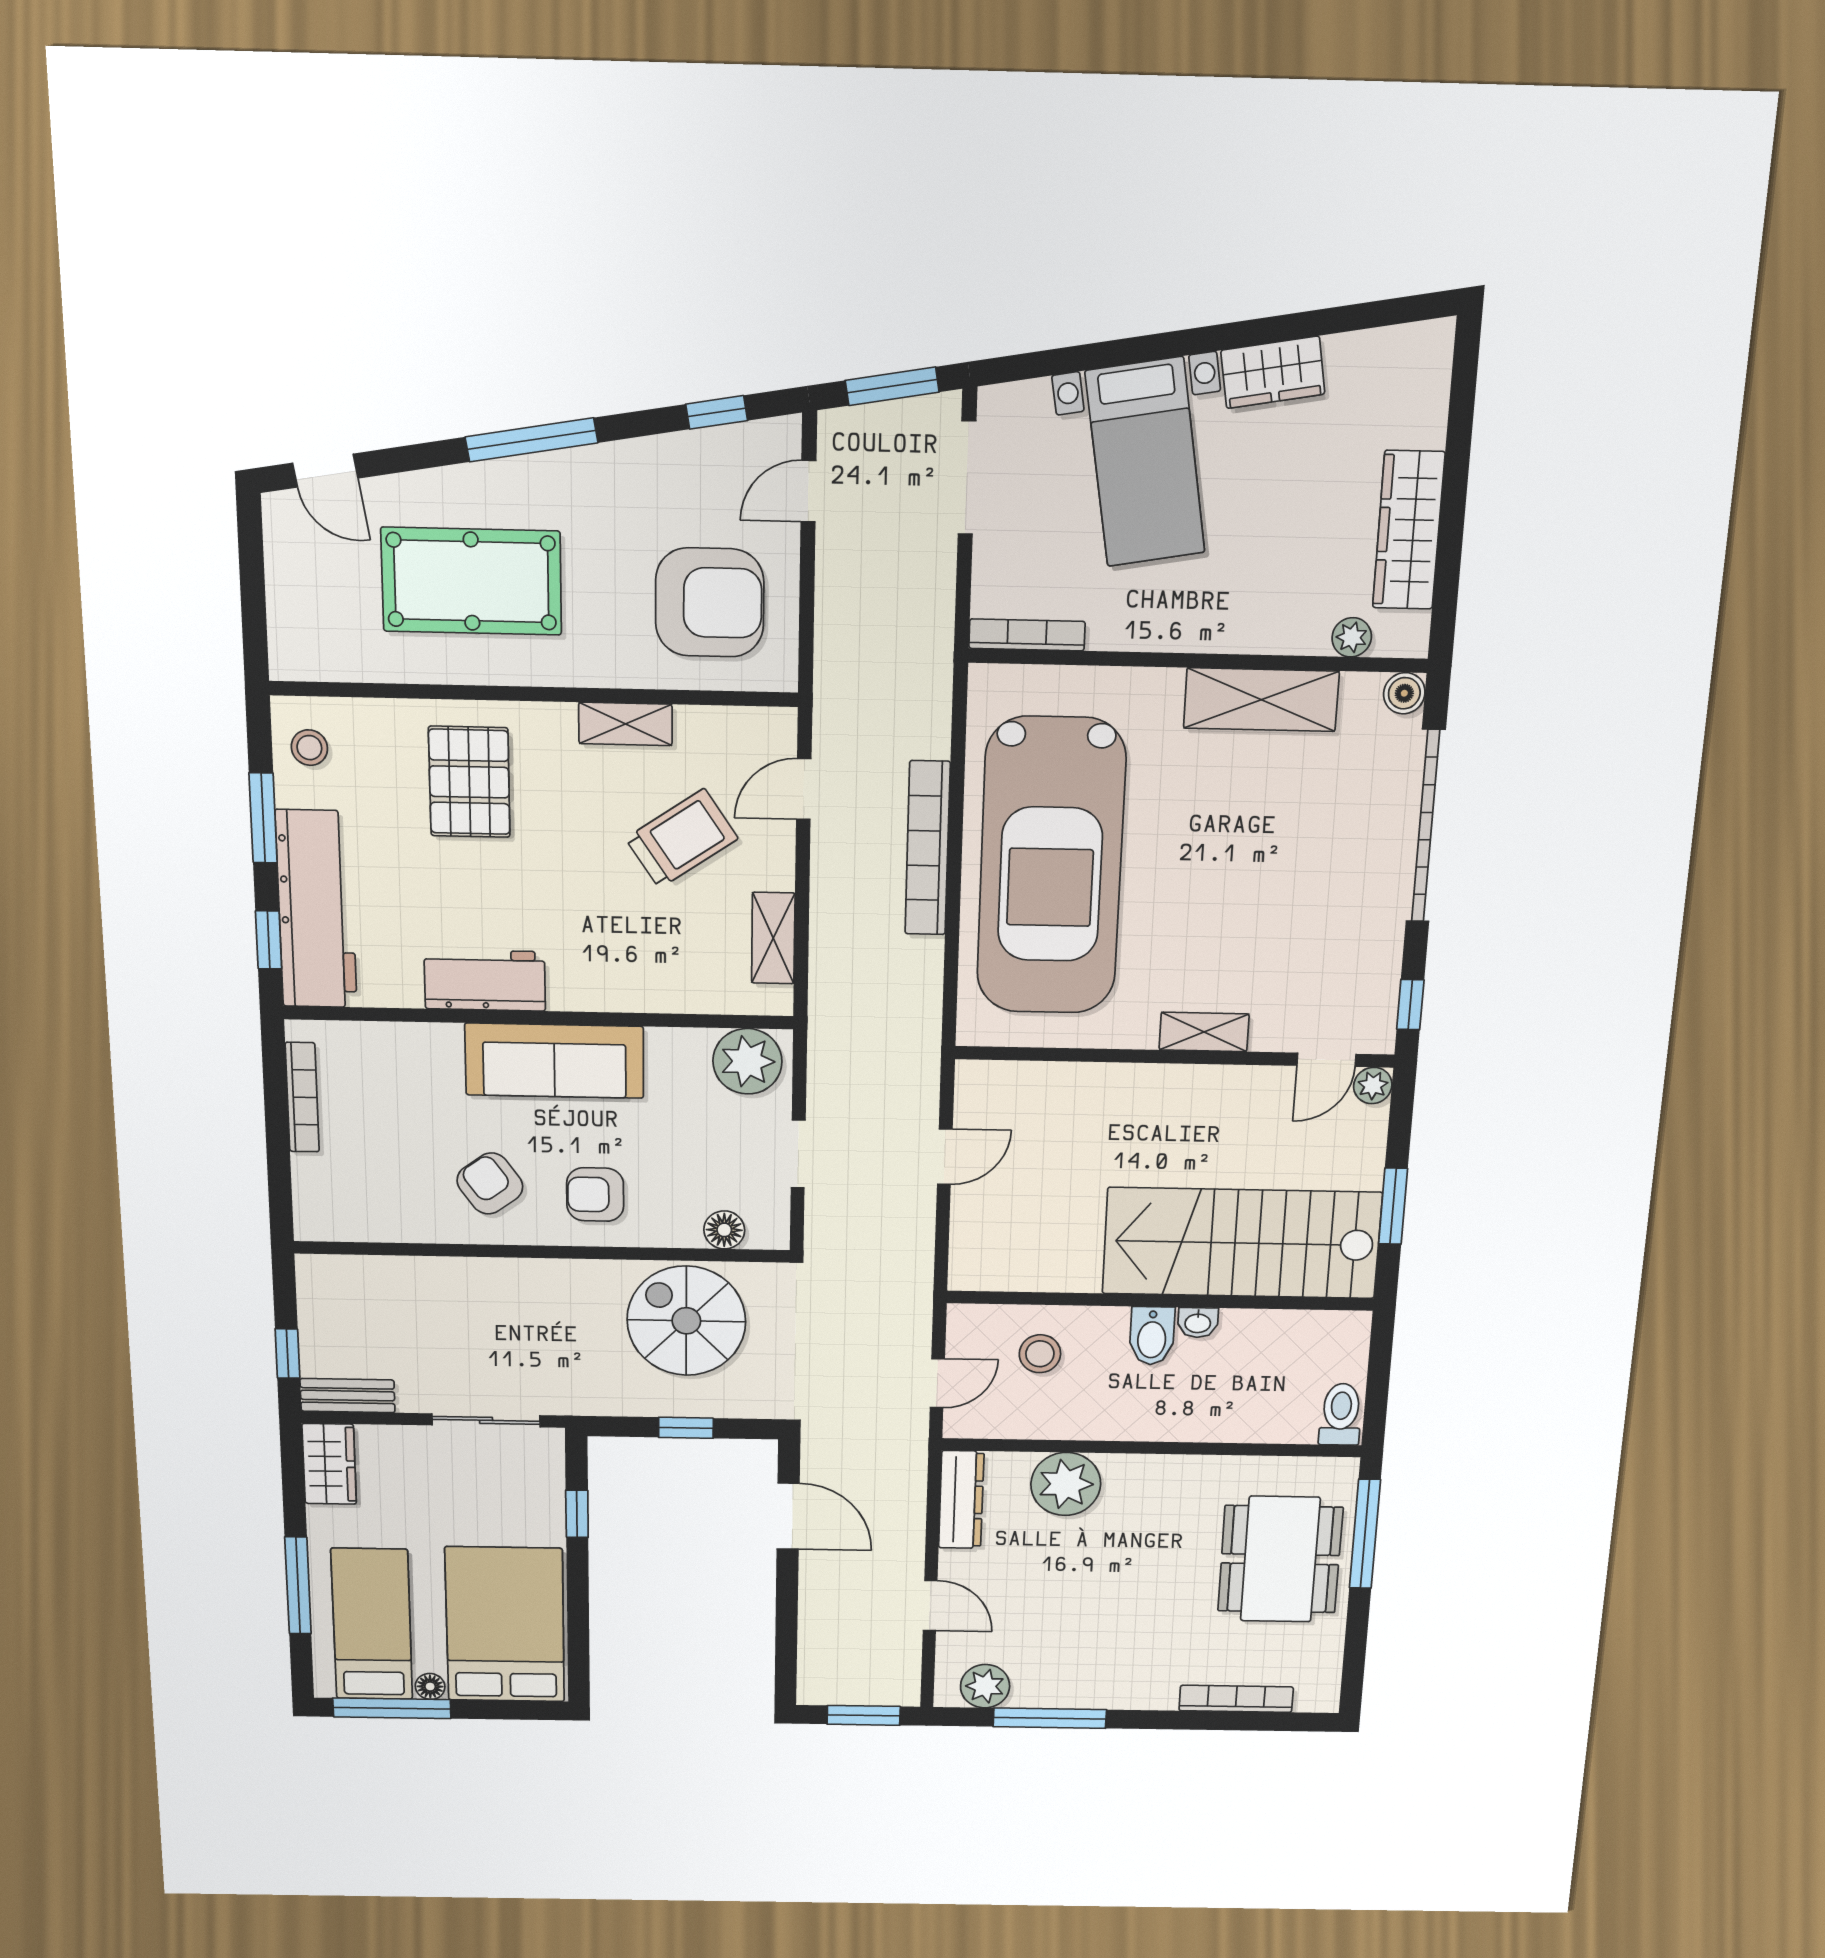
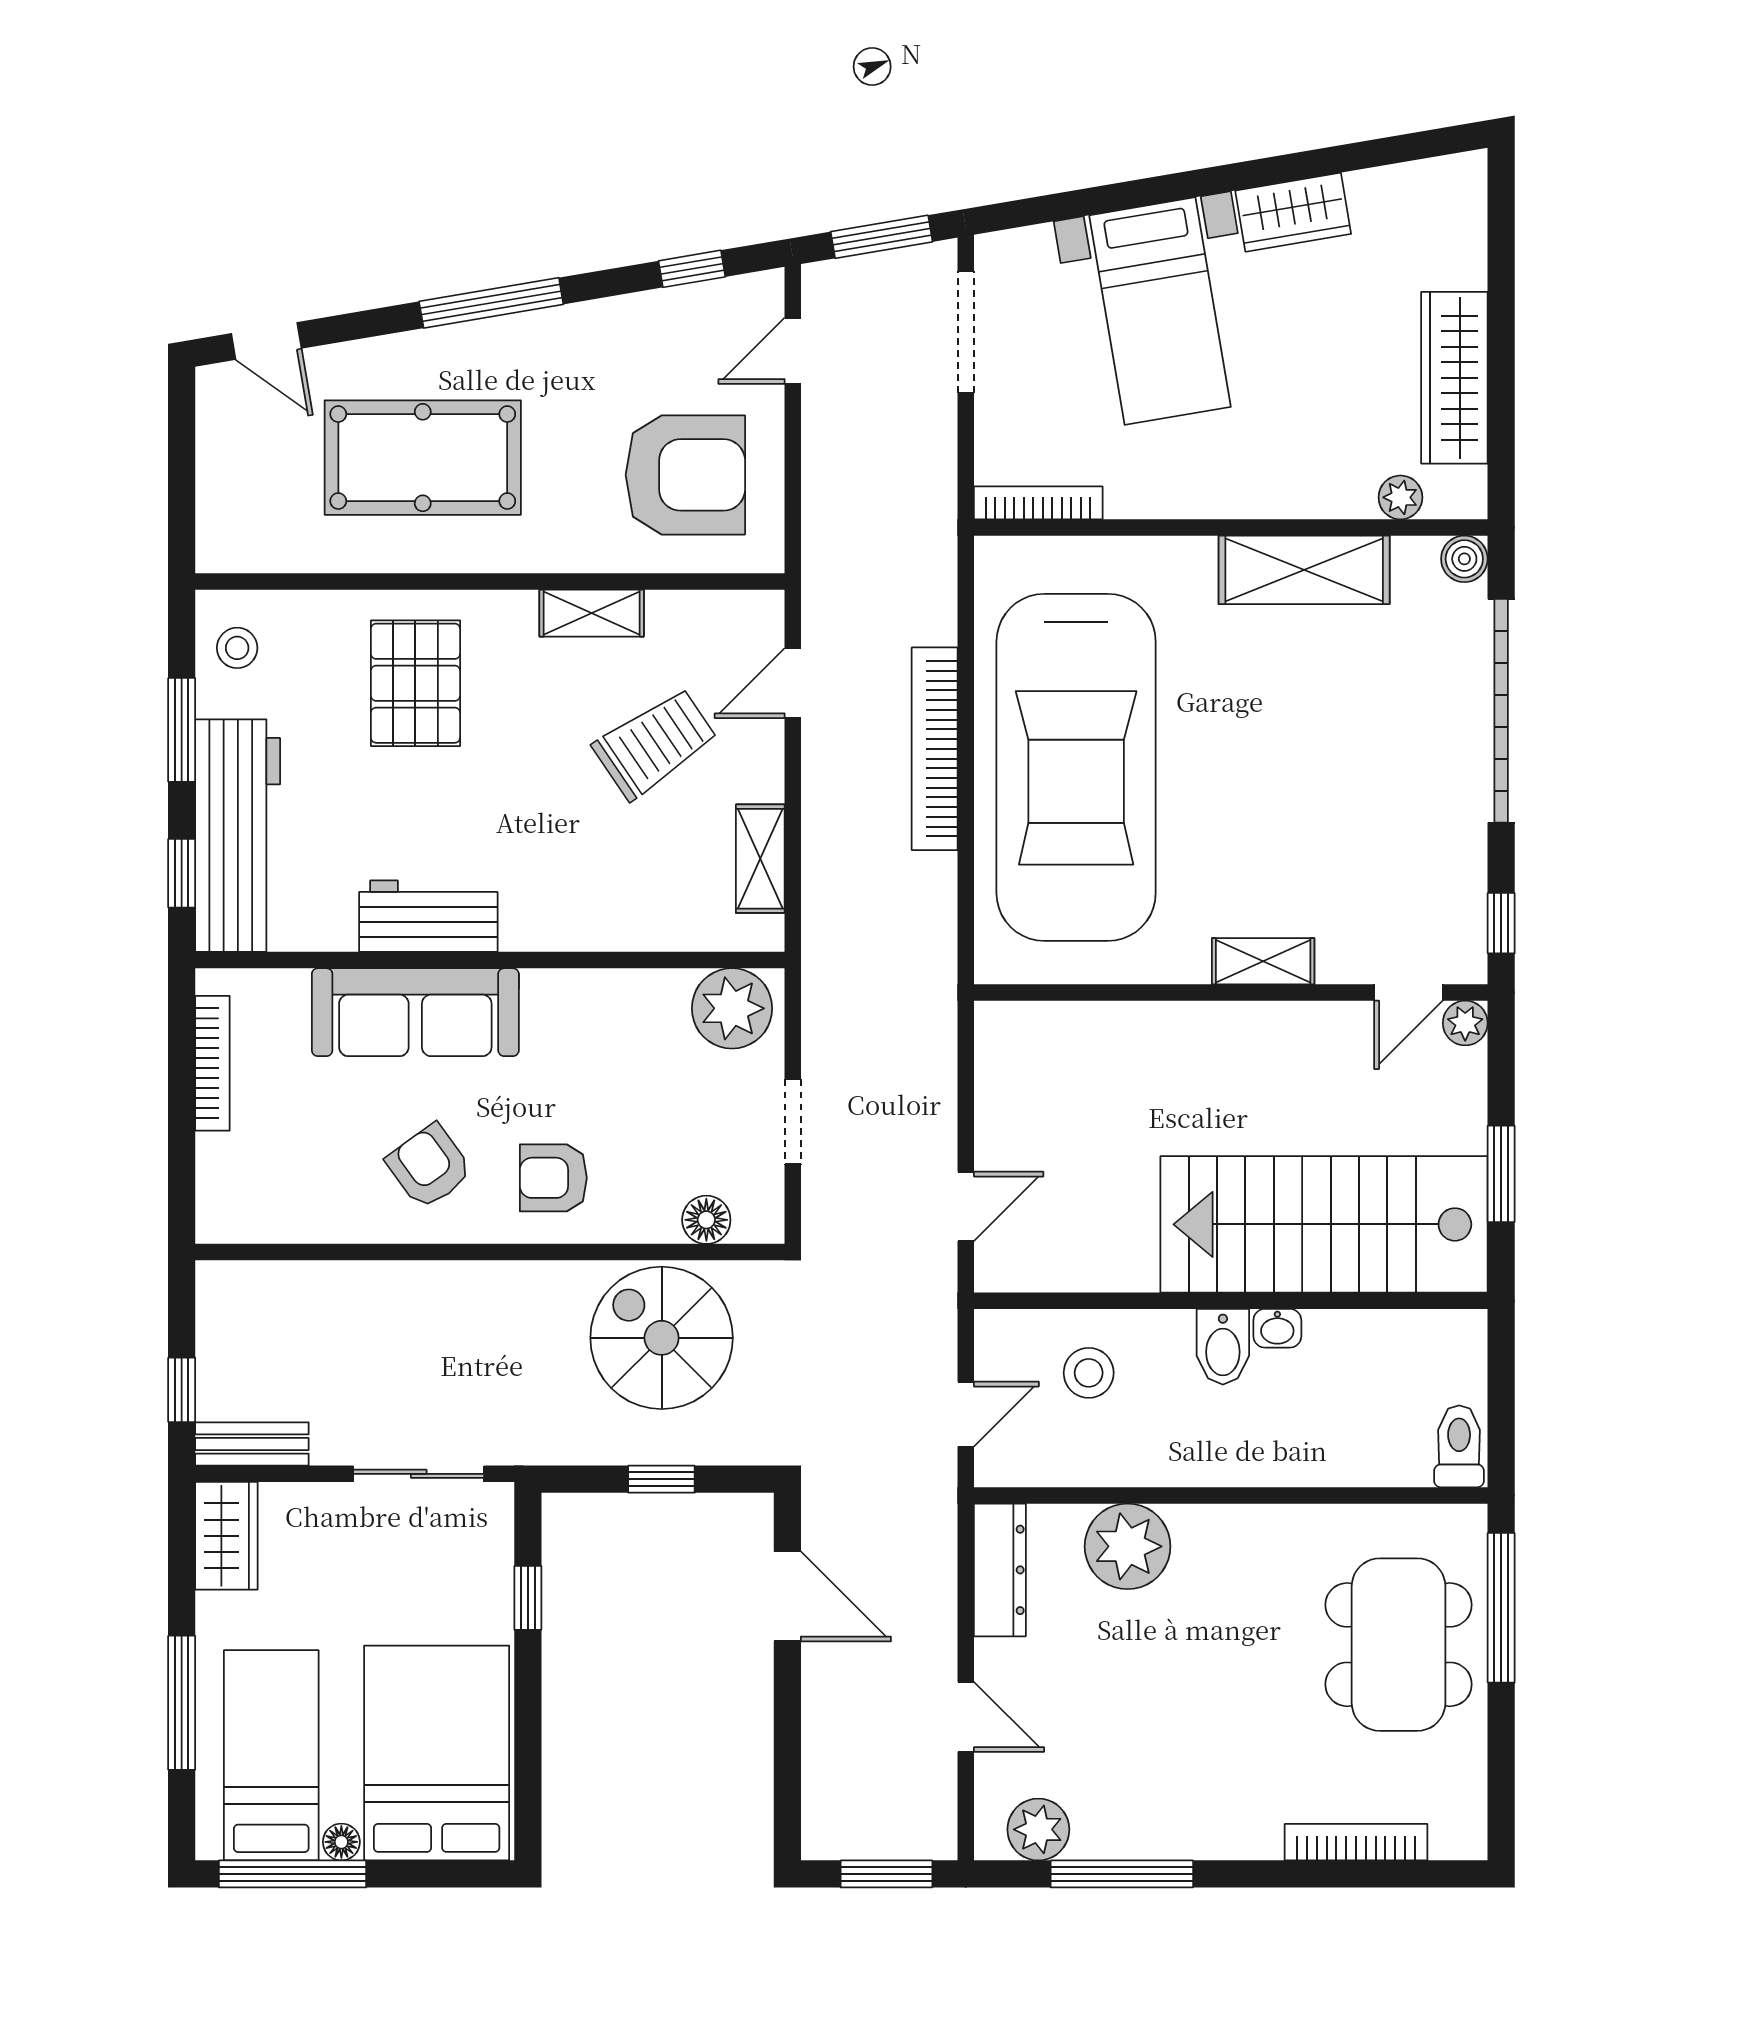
sofa: (554, 1061) -> (415, 1012), moved
door: (945, 1157) -> (966, 1206), moved

